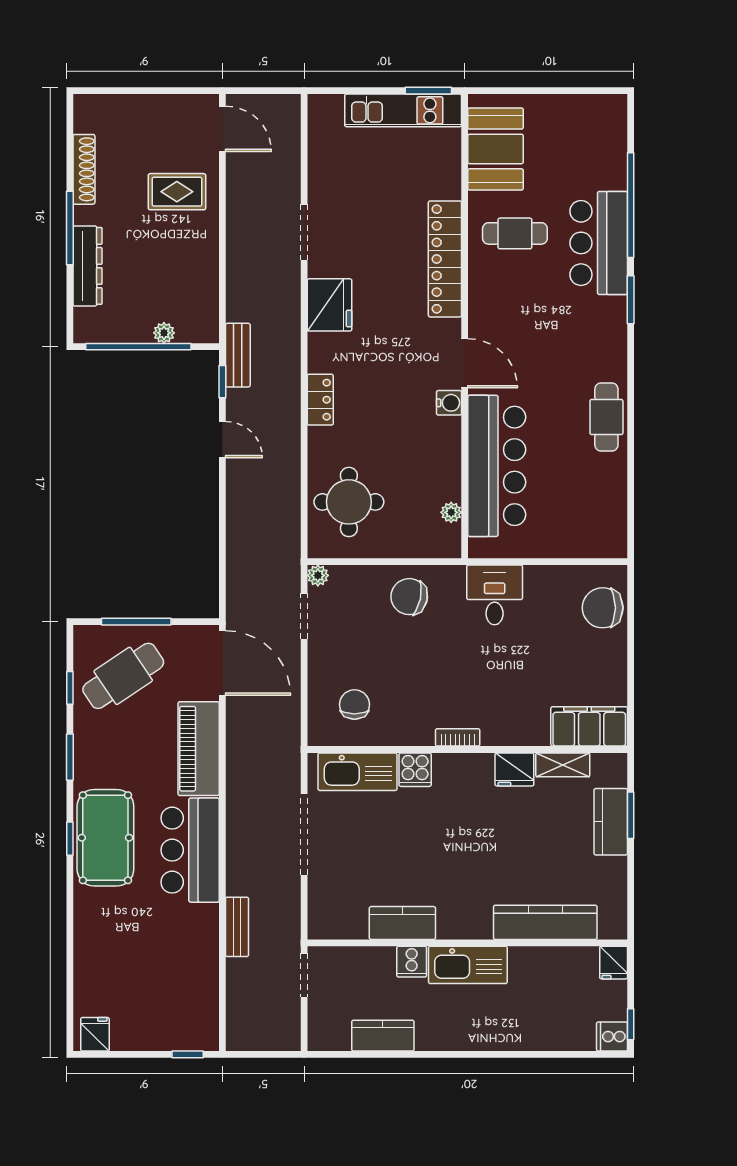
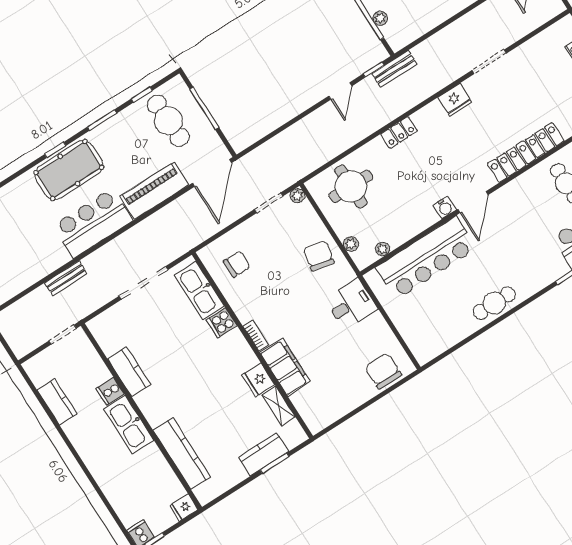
fridge: (329, 305) -> (455, 100), width x0.73, depth x0.75
plant: (420, 547) -> (351, 244), added
cafe table: (123, 676) -> (168, 121), turned 32
filing cabinet: (589, 726) -> (285, 367), moved

